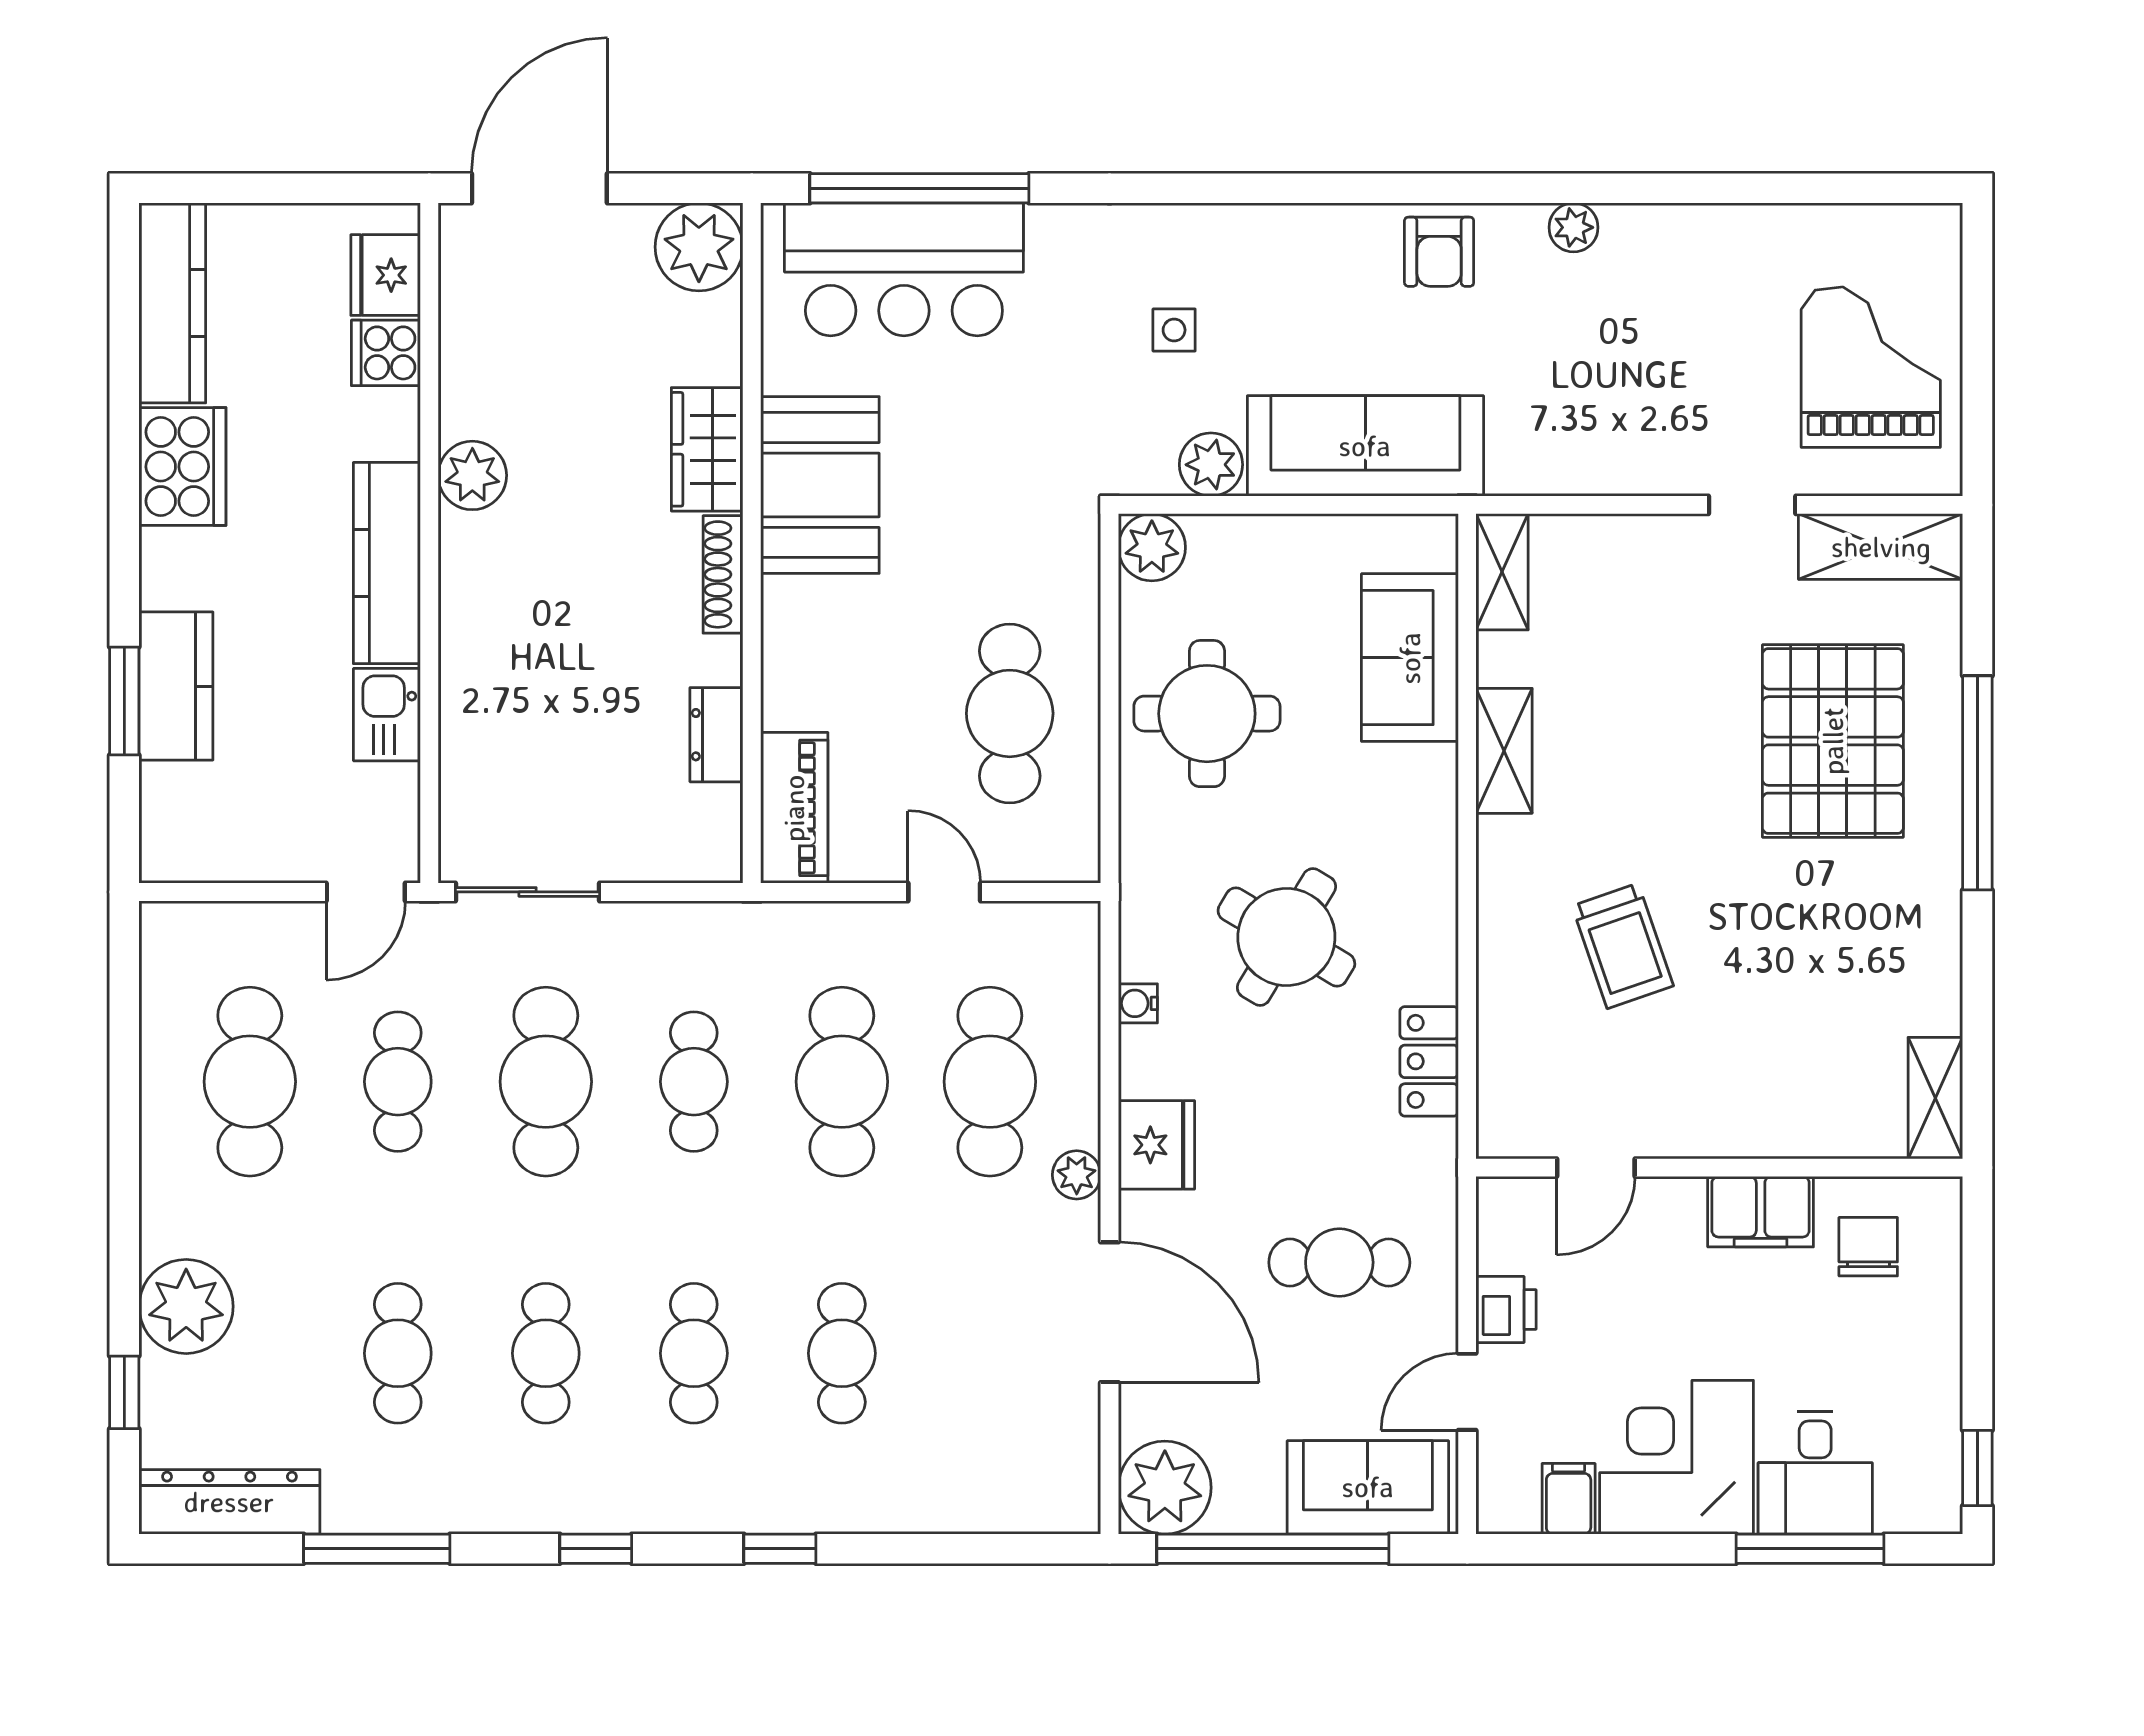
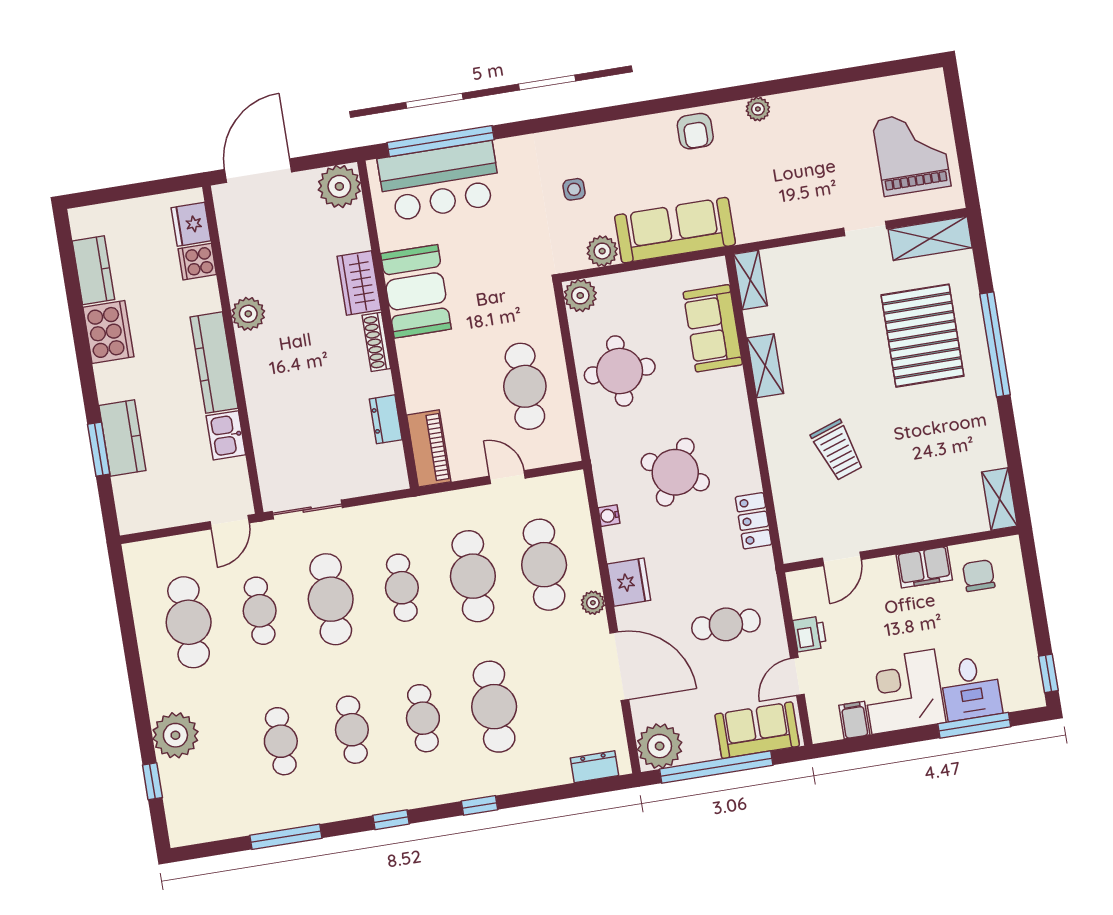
kitchen counter: (172, 303) -> (93, 270), width x0.67
cafe table: (842, 1353) -> (494, 707), width x1.37, depth x1.35
dresser: (229, 1502) -> (594, 767), moved, width x0.51, depth x0.80

